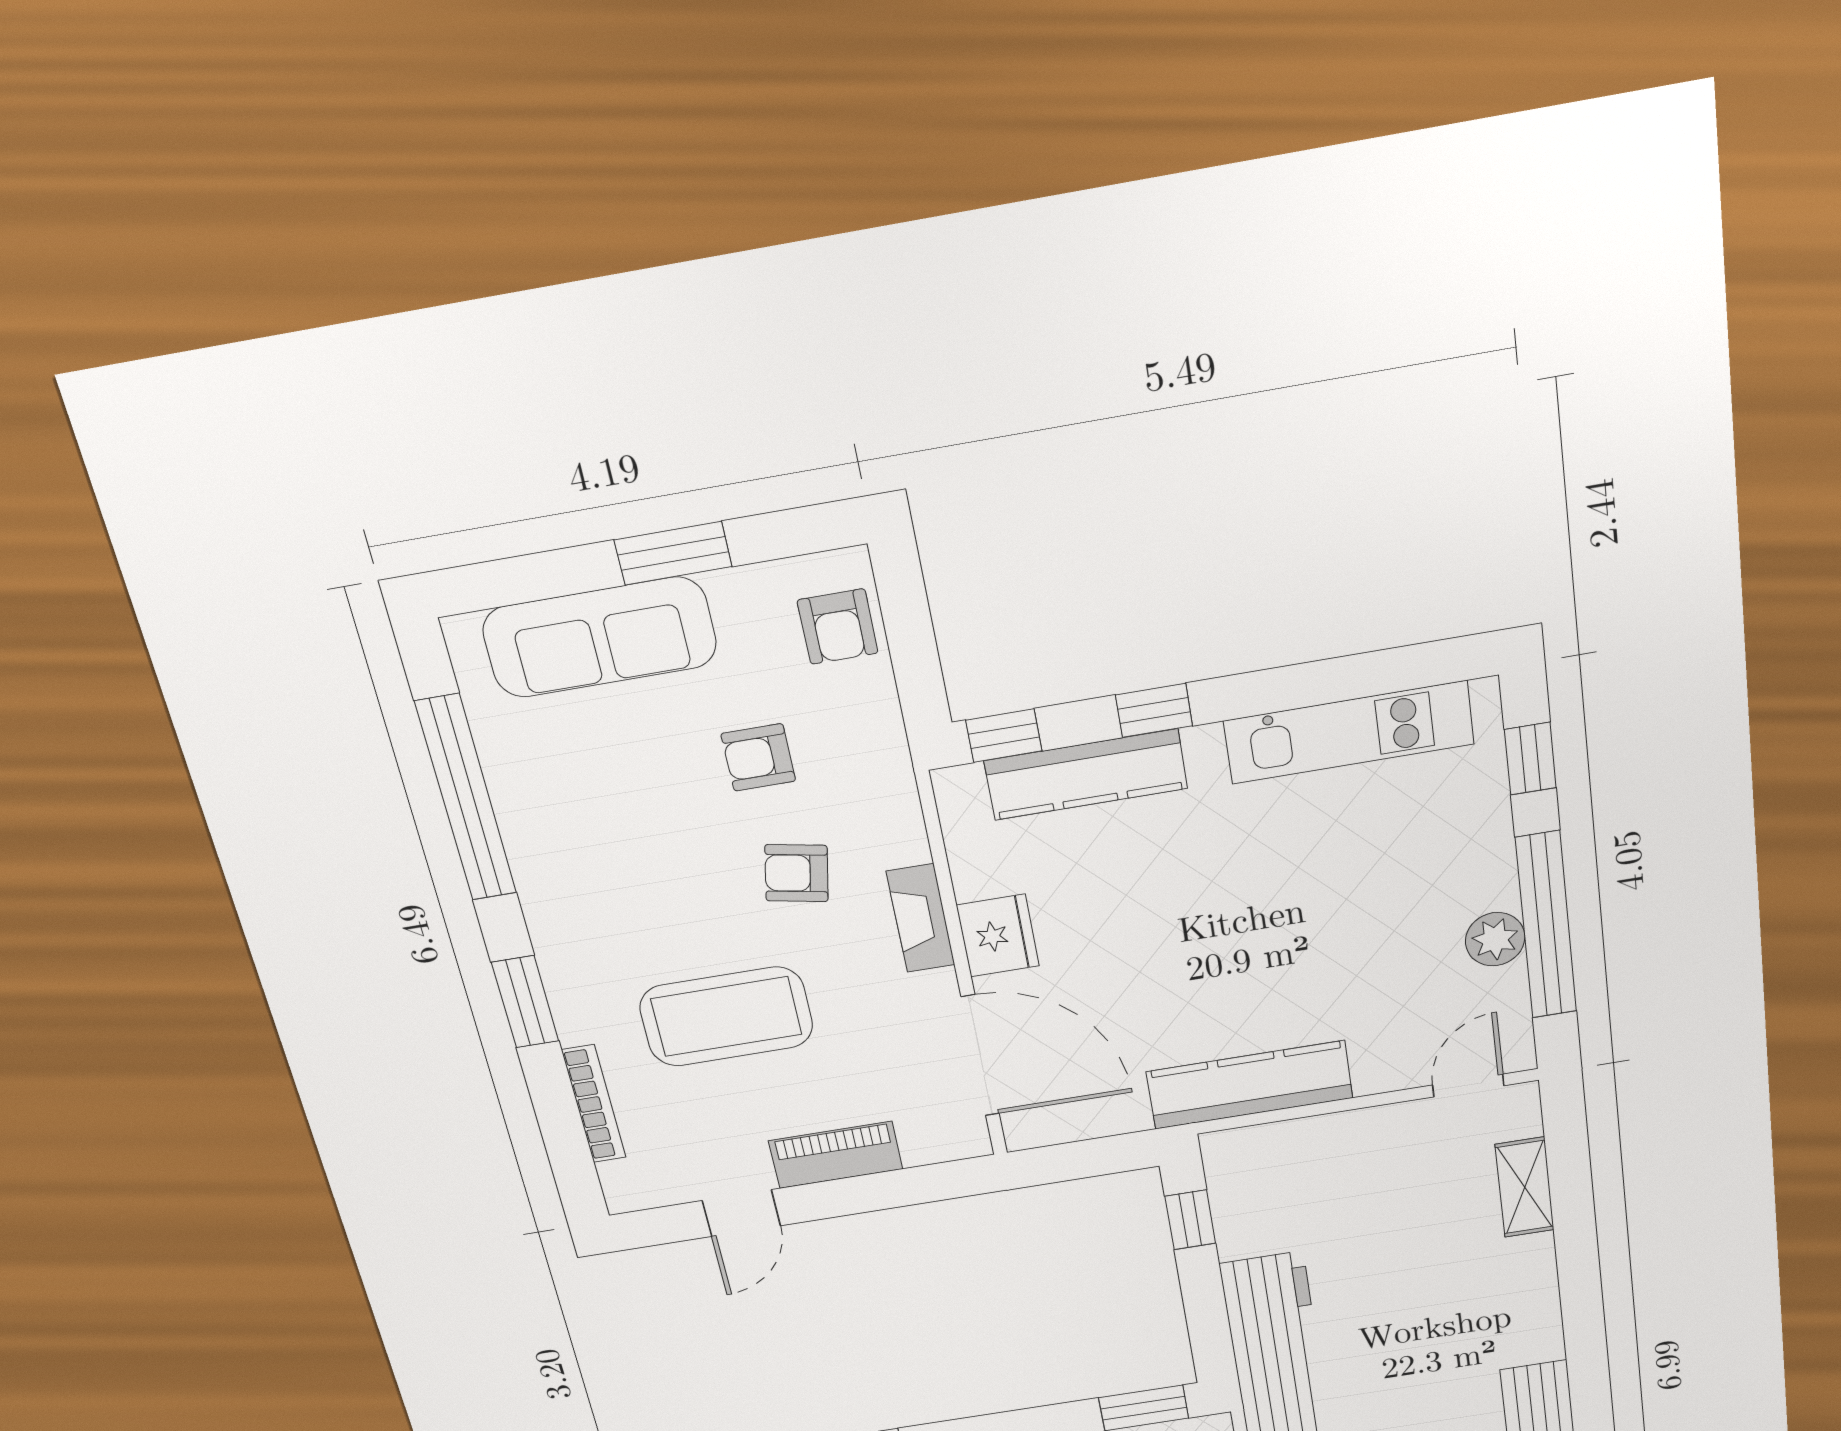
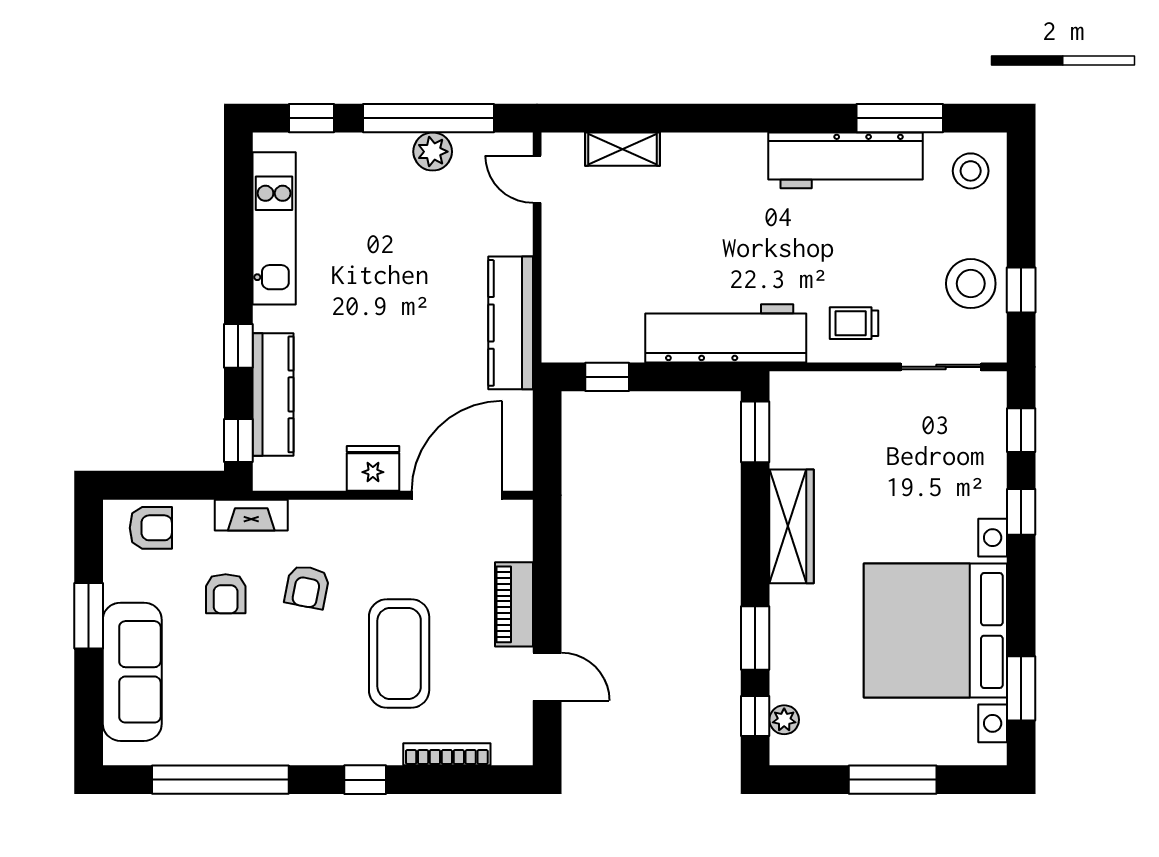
fireplace: (921, 918) -> (251, 515), moved
window: (525, 1002) -> (365, 780), width x0.67

